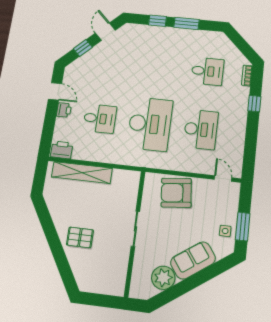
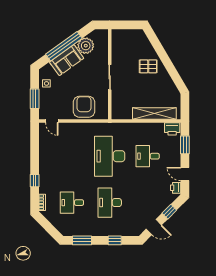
window: (186, 23) -> (82, 240), moved
door: (105, 32) -> (154, 227), hinge flipped
printer: (64, 110) -> (176, 188), moved
window: (49, 128) -> (185, 145), added
desk: (201, 129) -> (110, 203), moved
armchair: (176, 193) -> (84, 107), turned -84
window: (243, 226) -> (35, 99), moved
window: (195, 281) -> (64, 46), added

